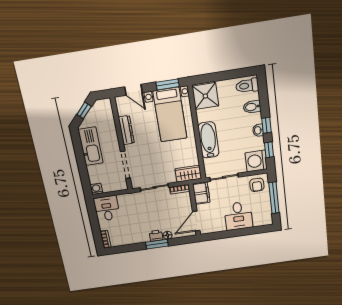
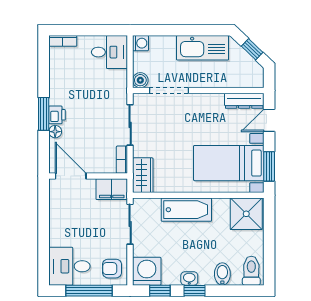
dresser: (126, 130) -> (244, 101), moved
boiler: (122, 185) -> (140, 80), added
desk: (238, 216) -> (69, 266), moved

